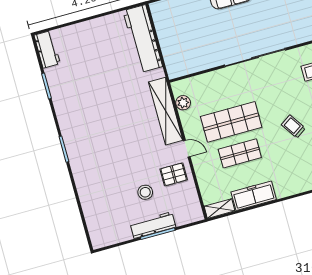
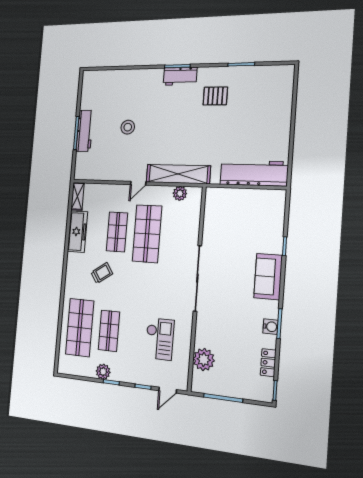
workbench: (47, 49) -> (180, 76), moved
trolley: (293, 127) -> (102, 273), moved
pallet: (174, 174) -> (215, 96), moved, turned 90
stool: (145, 192) -> (128, 127), moved

